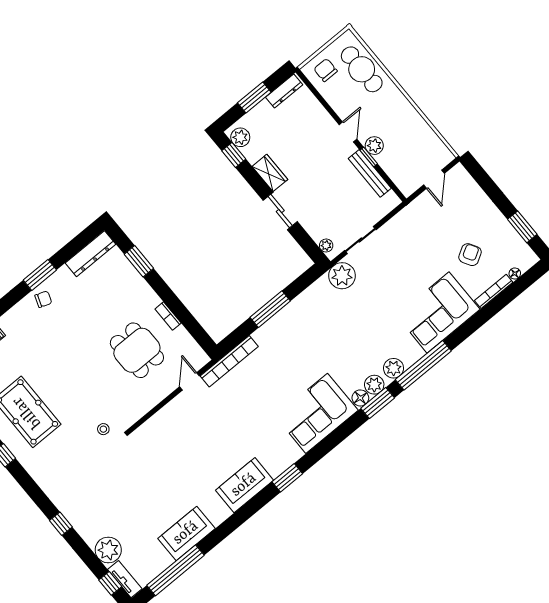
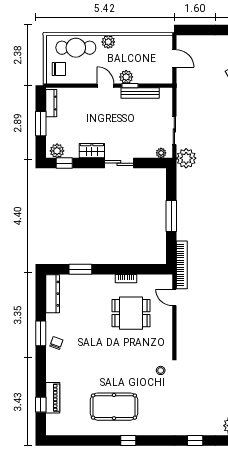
chair: (326, 70) -> (59, 69), turned 180
plant: (395, 98) -> (108, 42), added

